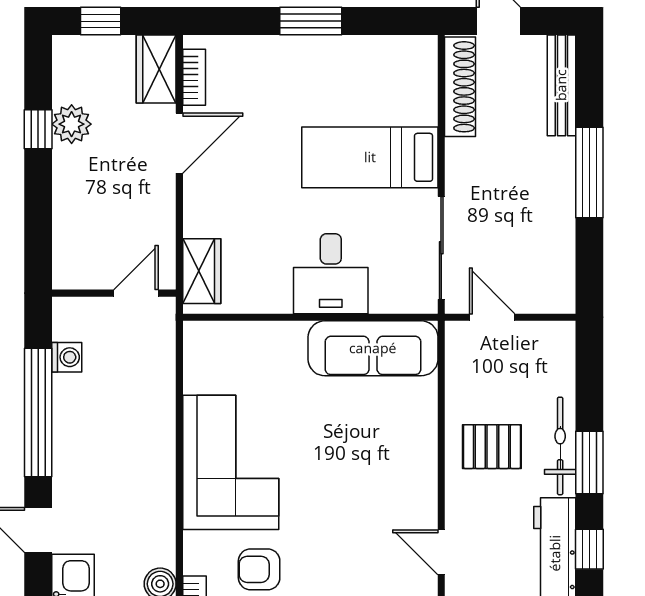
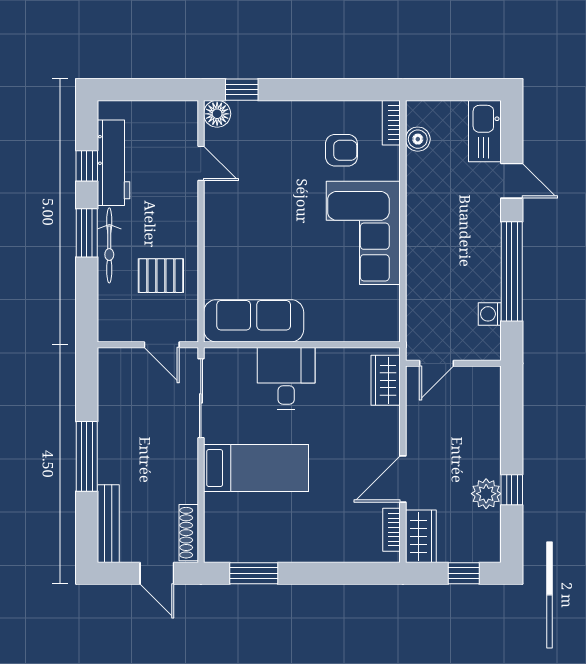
window: (311, 21) -> (254, 573), moved
shoe rack: (460, 87) -> (189, 533), width x0.74, depth x0.81
pallet: (492, 447) -> (161, 276), moved

